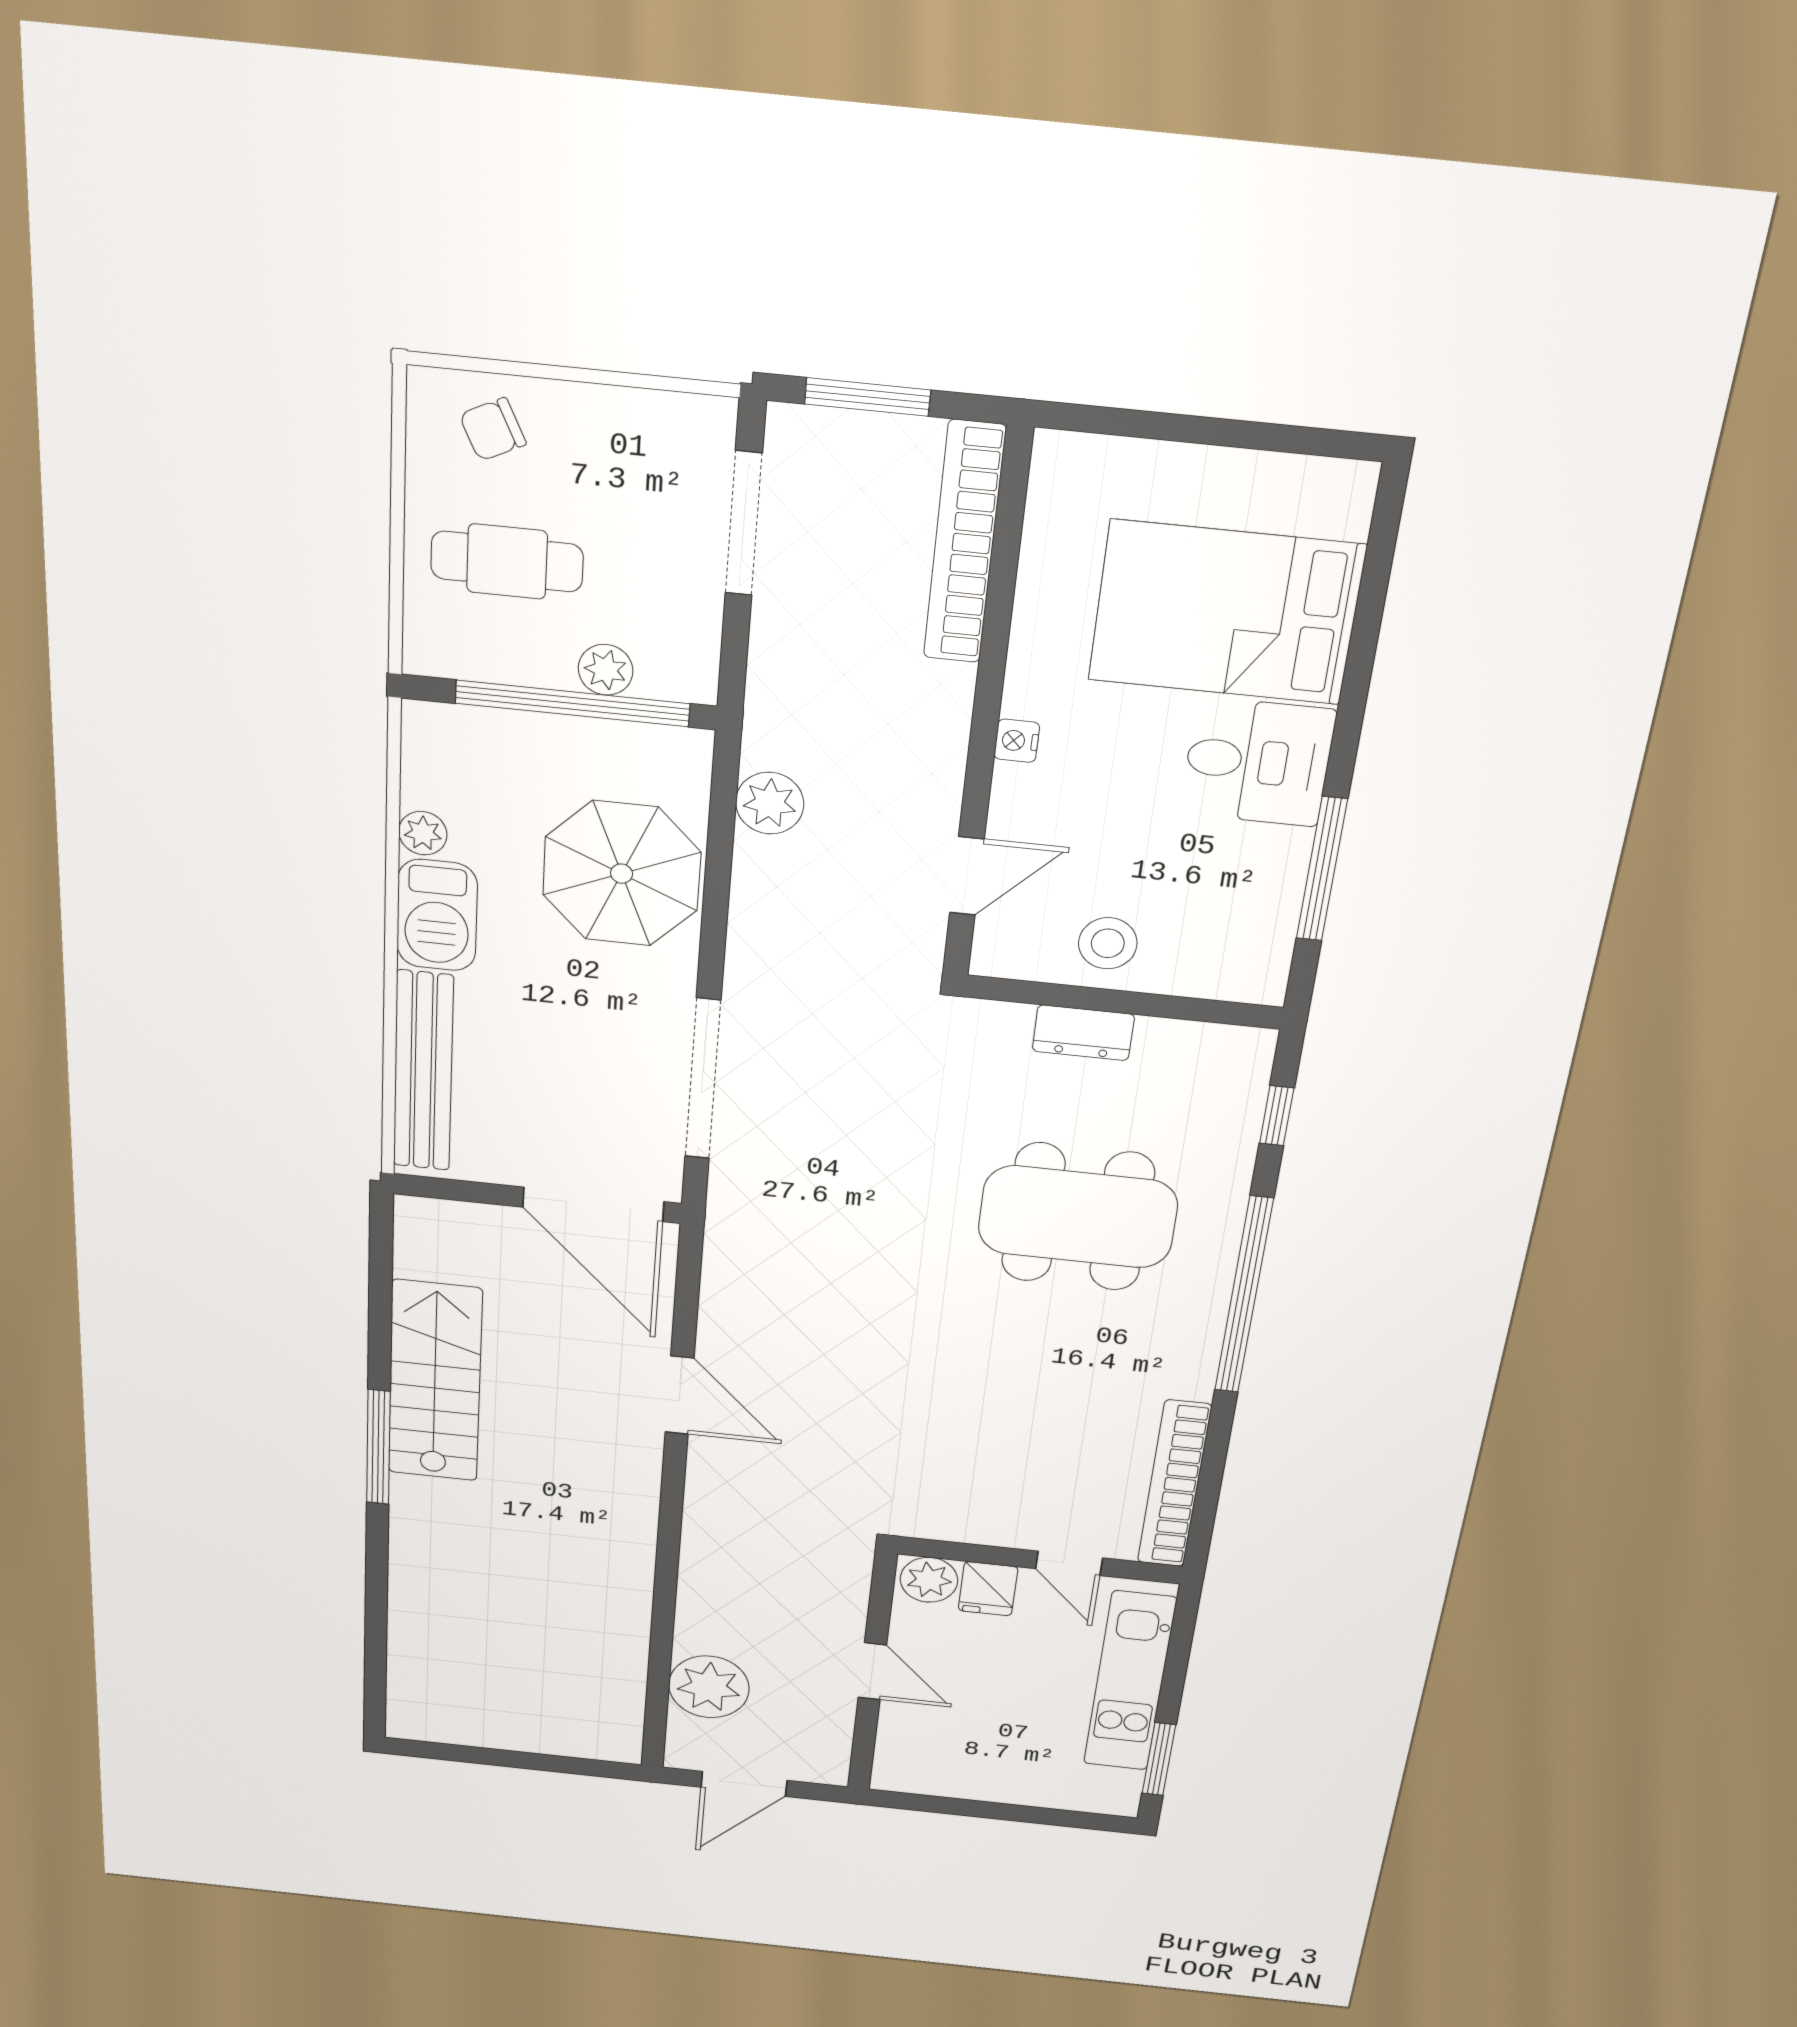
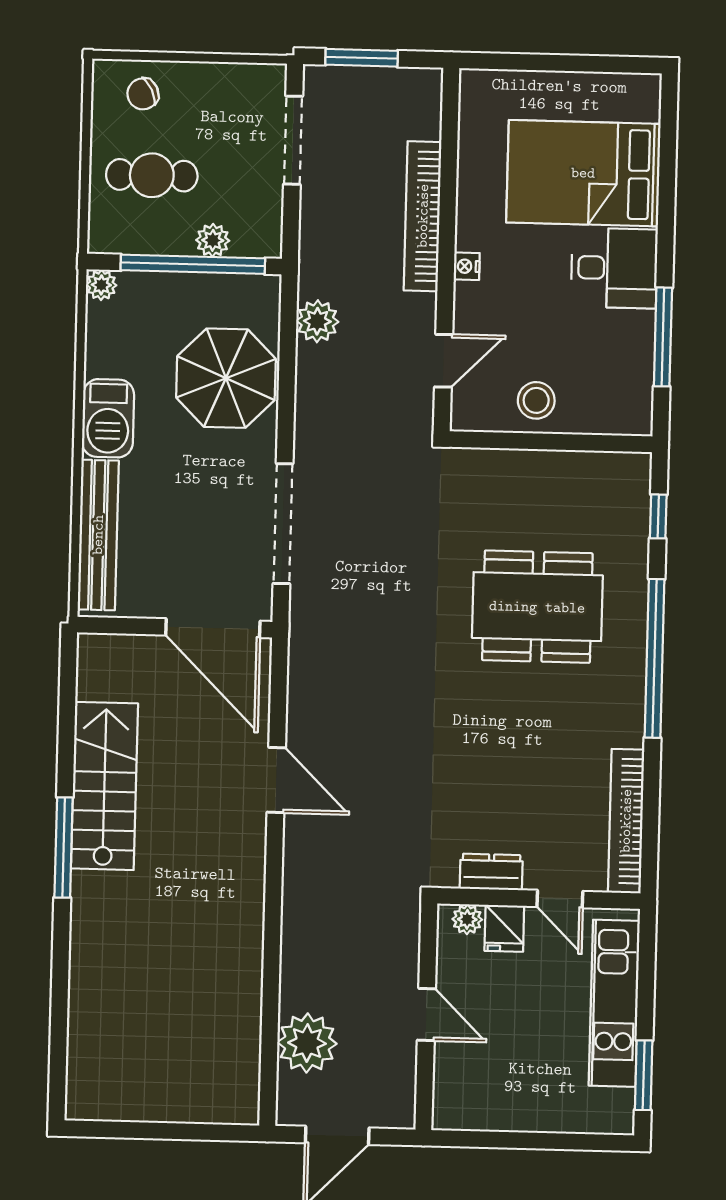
bookcase: (964, 543) -> (423, 216), moved
plant: (423, 833) -> (101, 285), moved
dresser: (1083, 1033) -> (491, 872), moved, turned 180
plant: (929, 1580) -> (467, 919), width x0.73, depth x0.73

